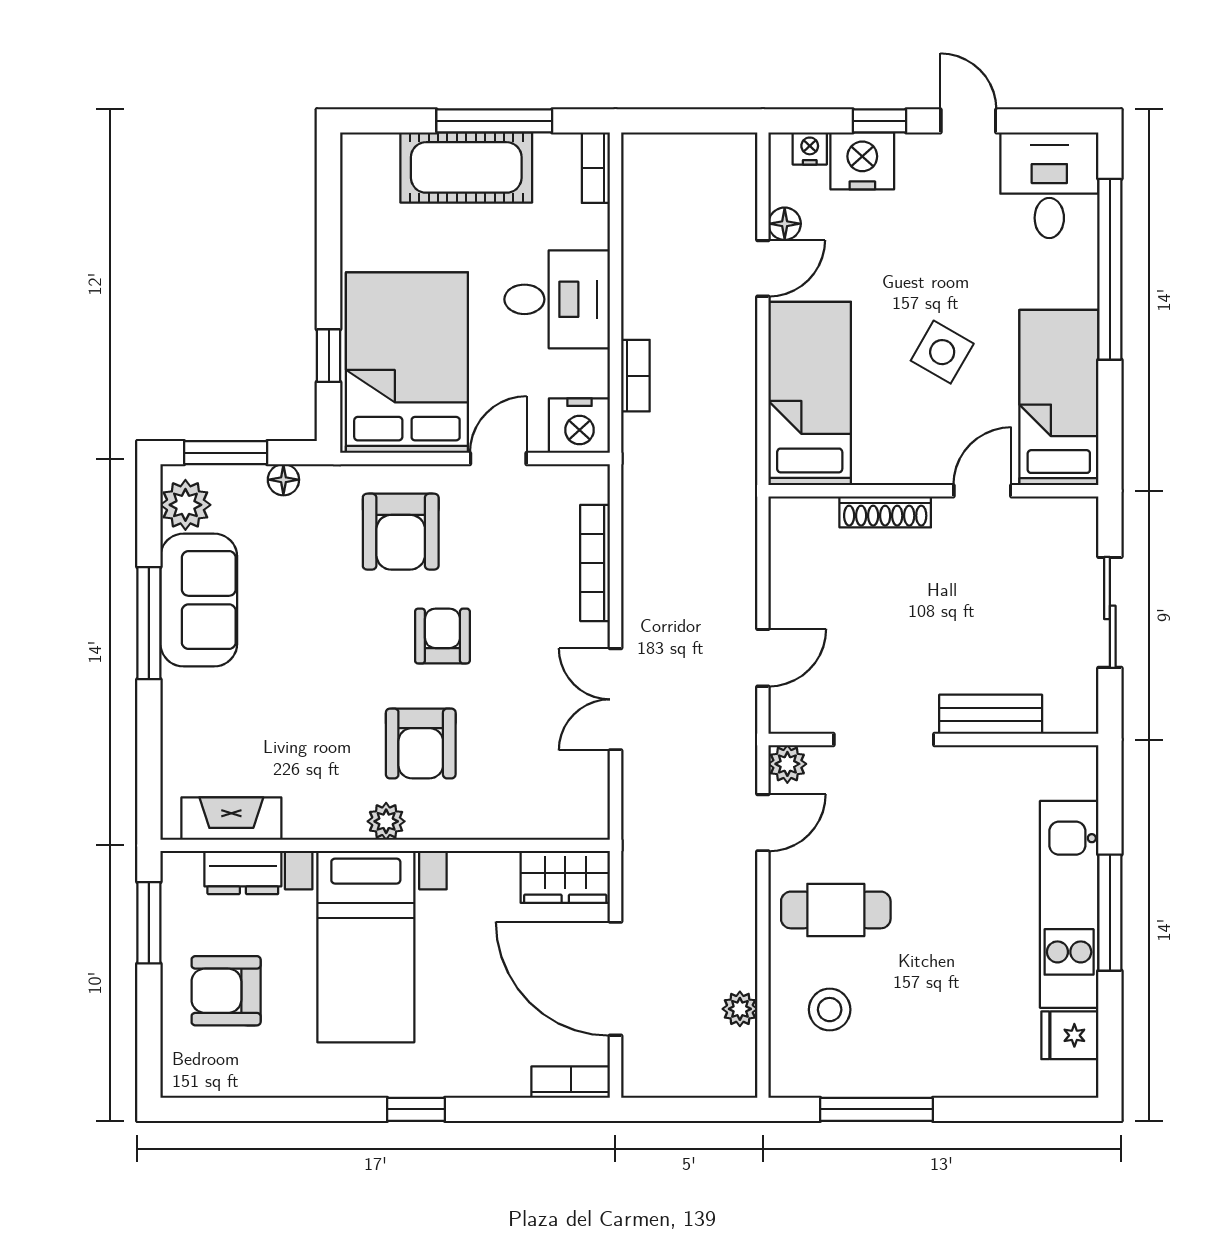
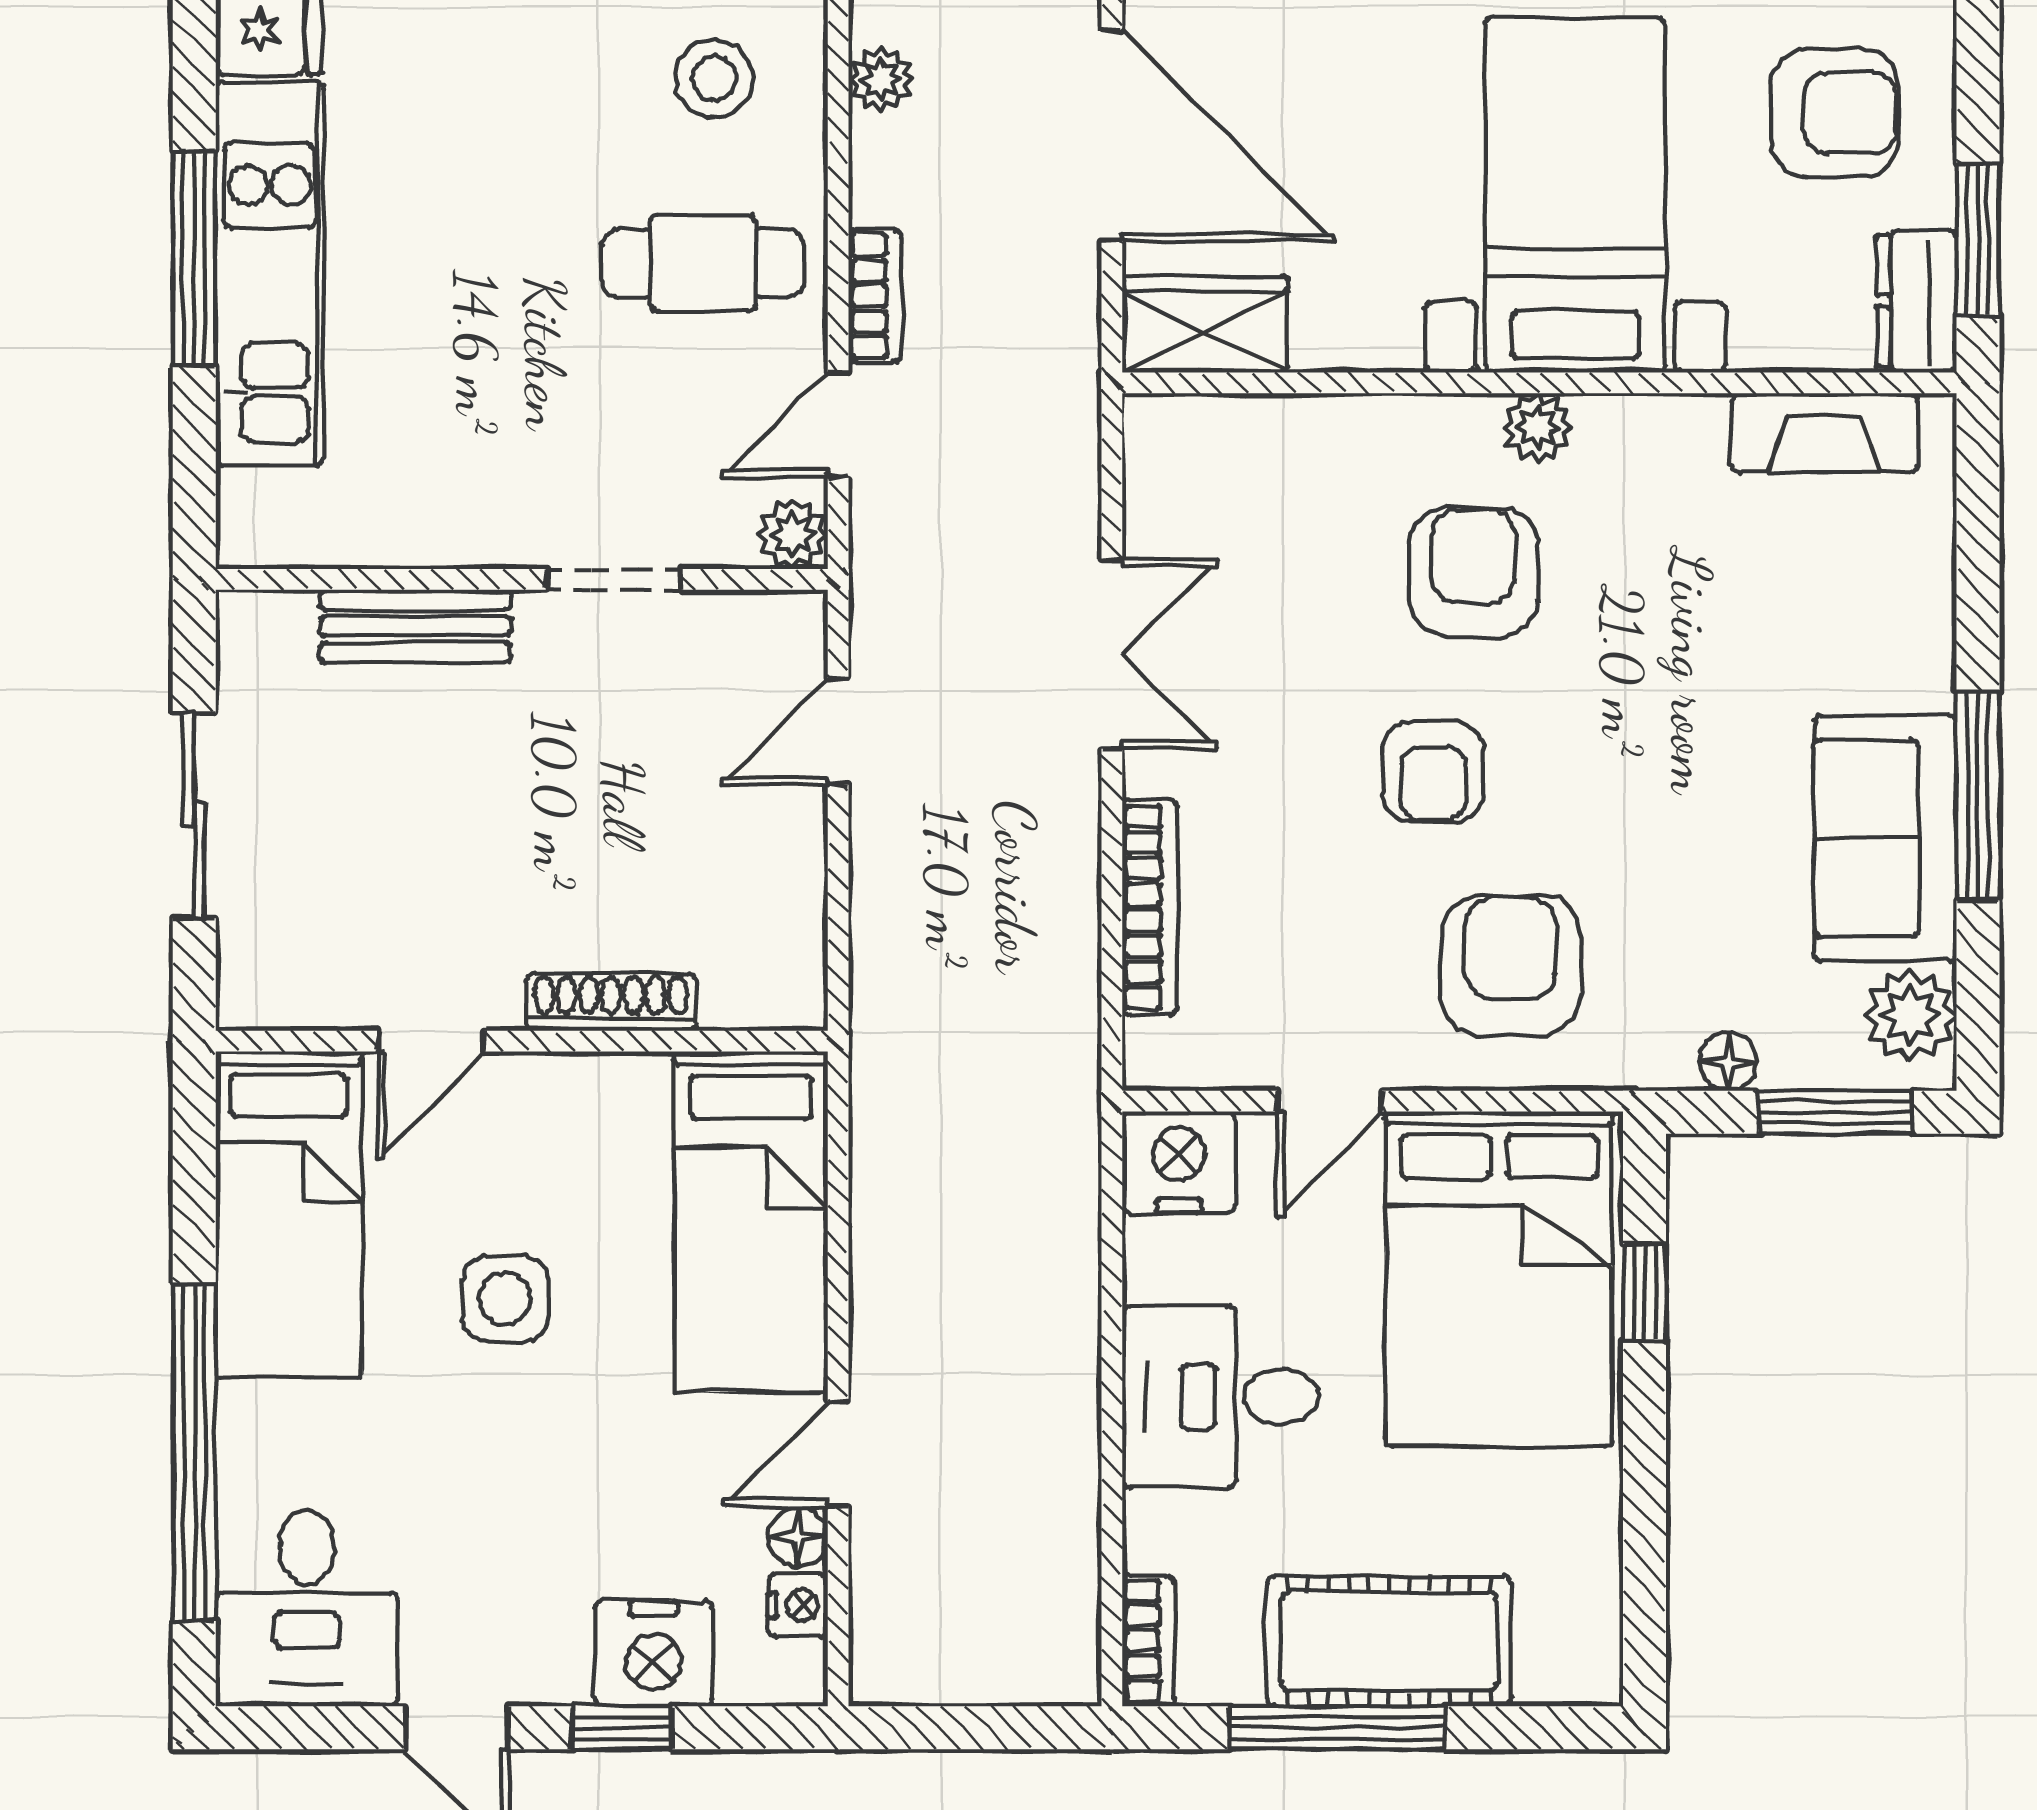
nightstand: (810, 148) -> (798, 1605), moved, turned -90
side table: (942, 352) -> (505, 1299), turned -30
bookcase: (635, 376) -> (875, 296), moved, turned 180
doorway: (884, 740) -> (614, 579), width x0.73
dresser: (243, 873) -> (1916, 301), moved, turned -90

